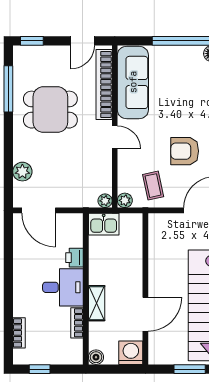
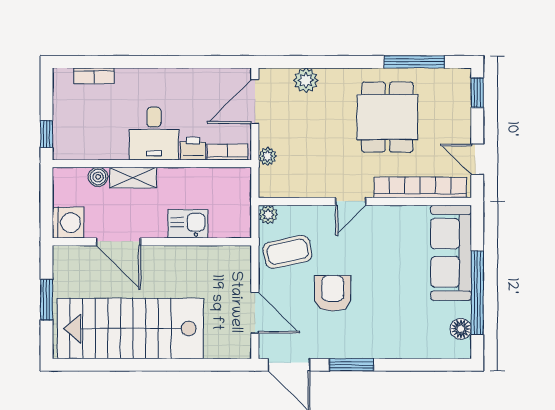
sofa: (133, 82) -> (451, 253), moved, turned 90
coffee table: (153, 186) -> (288, 252), width x1.36, depth x1.30
plant: (105, 201) -> (267, 156), moved
kitchen sink: (104, 224) -> (188, 224), moved, turned 90
bookcase: (77, 323) -> (227, 152), moved
boiler: (96, 357) -> (98, 177), moved
window: (40, 369) -> (47, 134), moved

